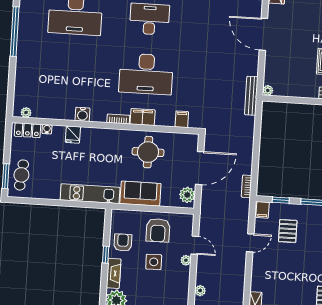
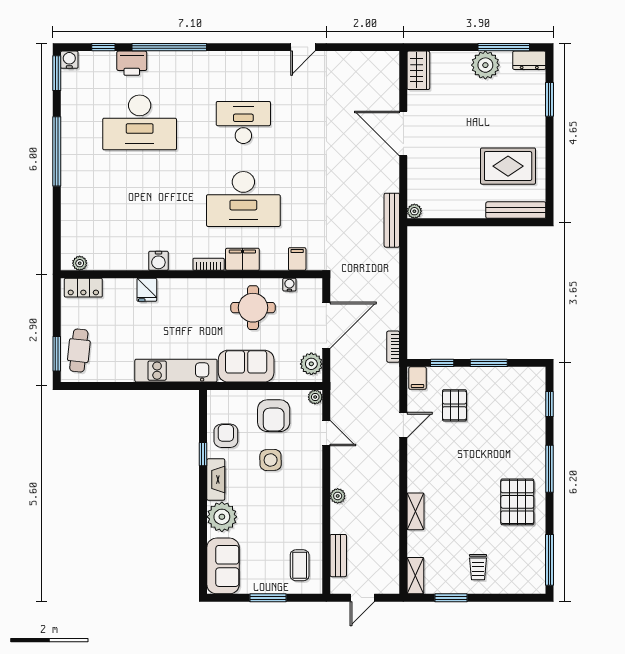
water cooler: (47, 129) -> (289, 285), moved
plant: (186, 260) -> (315, 397), moved

